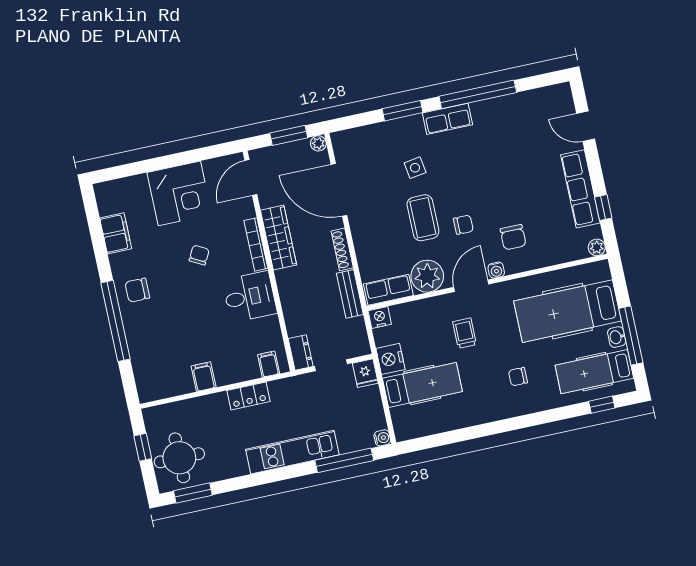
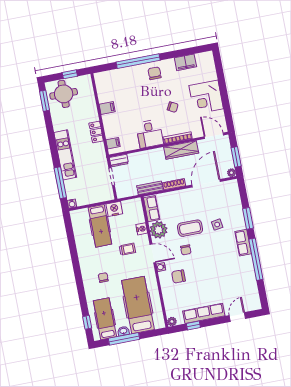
nightstand: (380, 317) -> (142, 229), moved
fridge: (365, 373) -> (107, 195), removed

